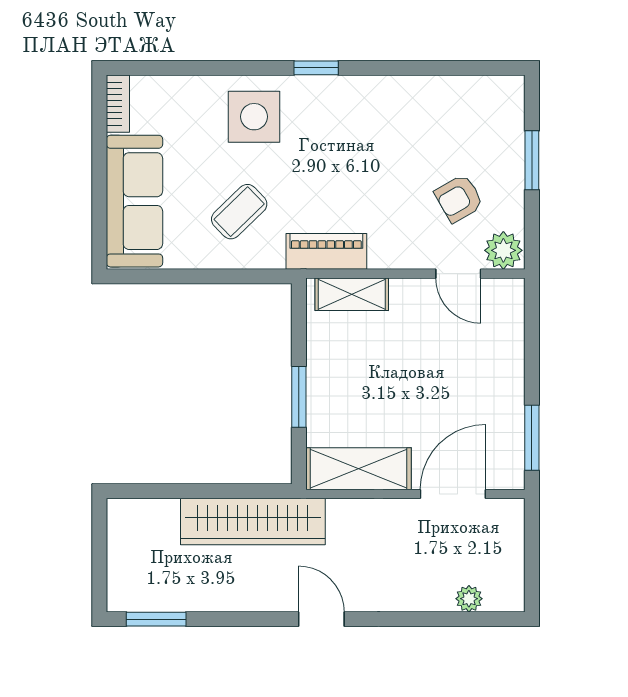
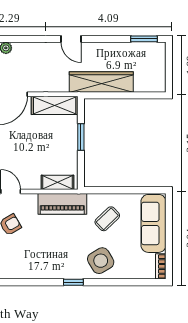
side table: (254, 117) -> (101, 261), turned -31
piano: (326, 251) -> (62, 204), width x1.37, depth x1.33

